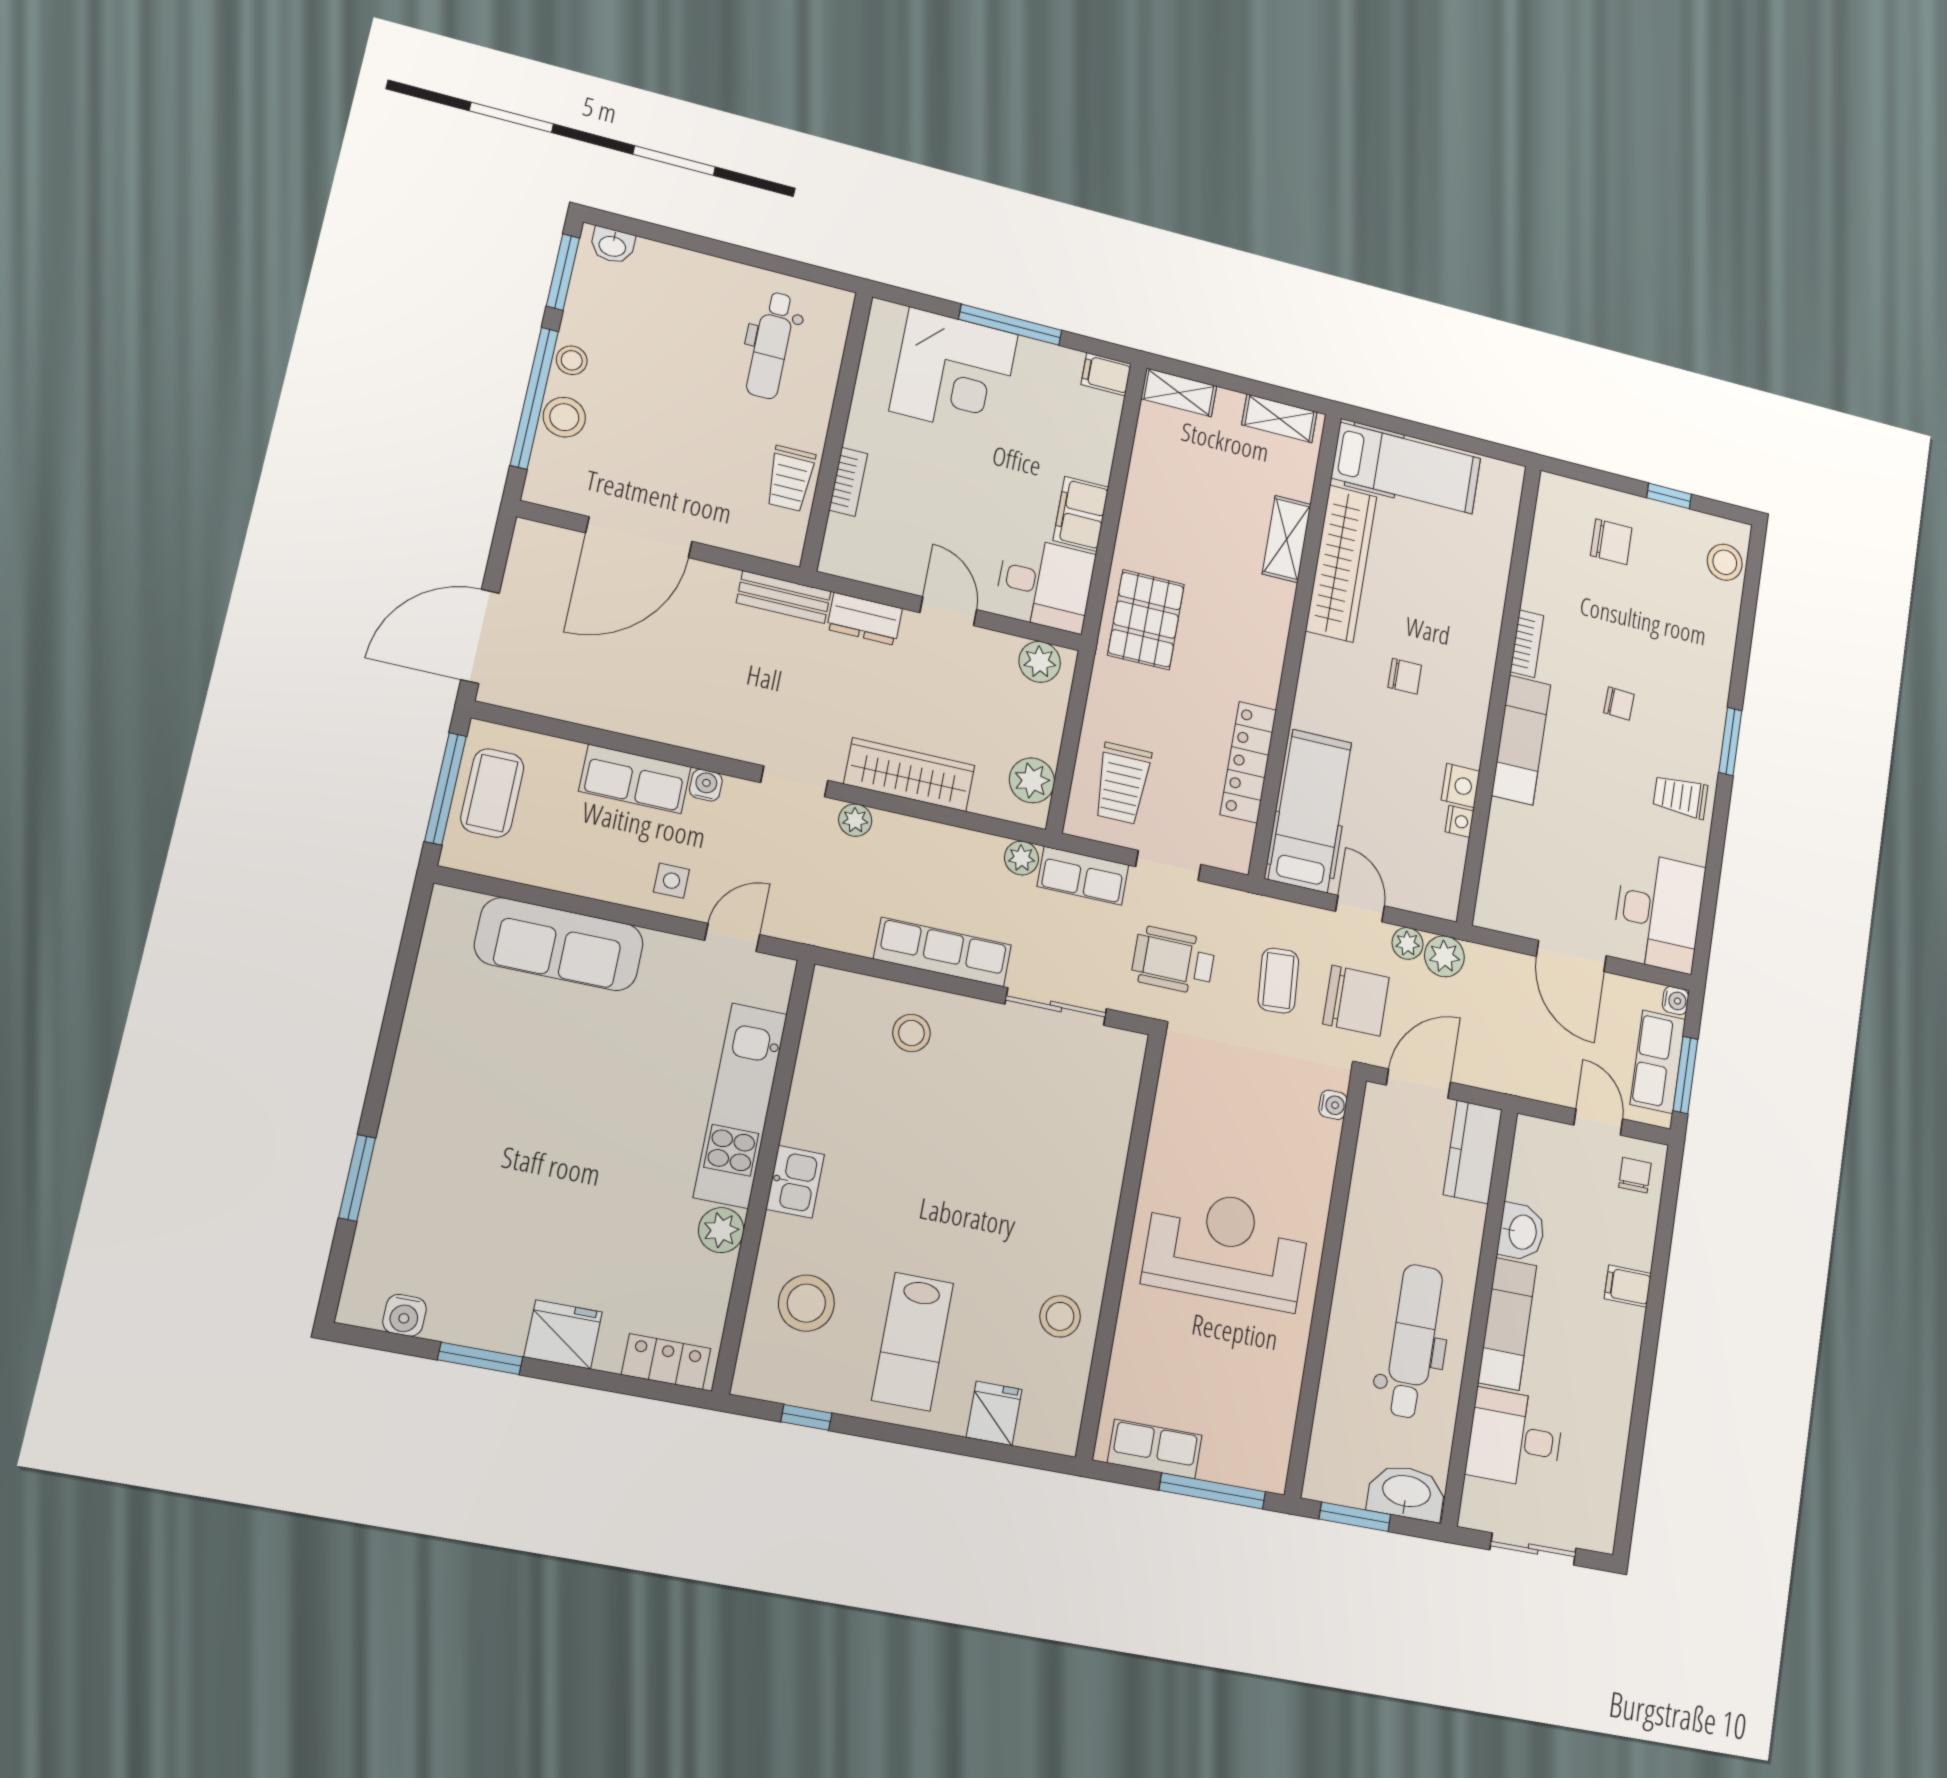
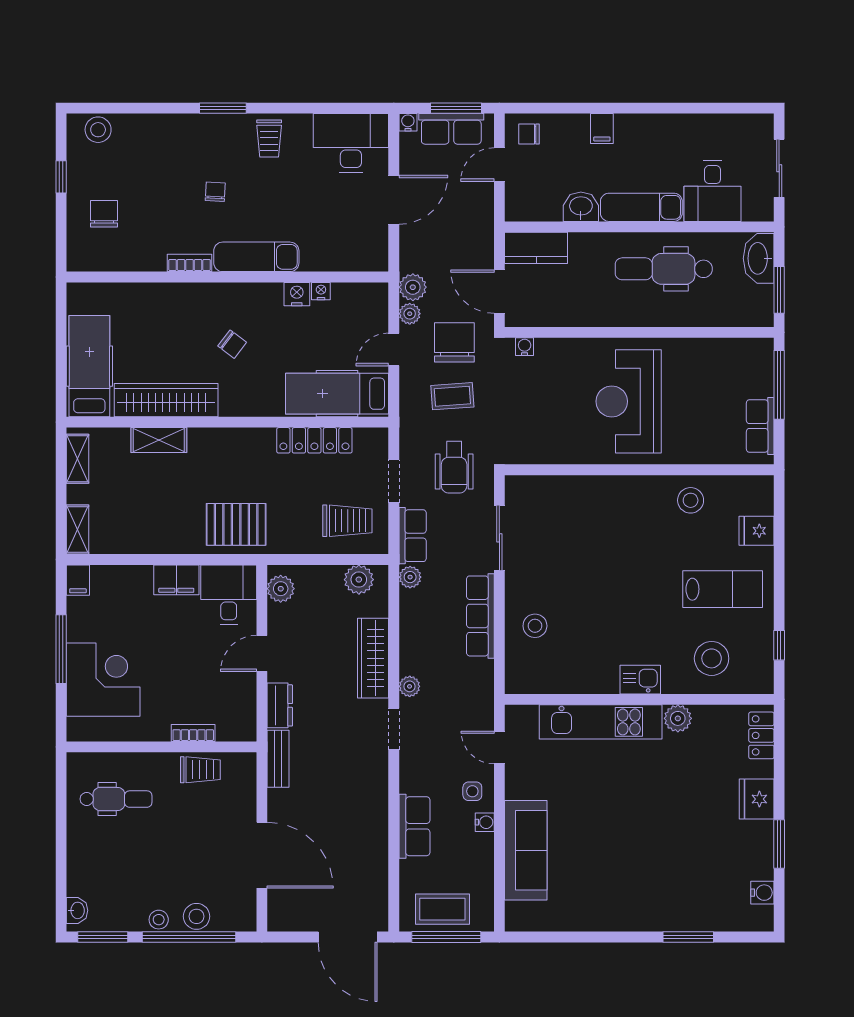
chair: (1405, 676) -> (232, 344), turned 127
water cooler: (706, 785) -> (485, 822), moved, turned 180

